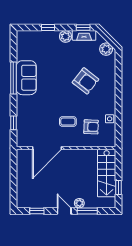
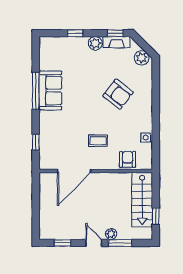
armchair: (91, 127) -> (128, 159), moved, turned -92

